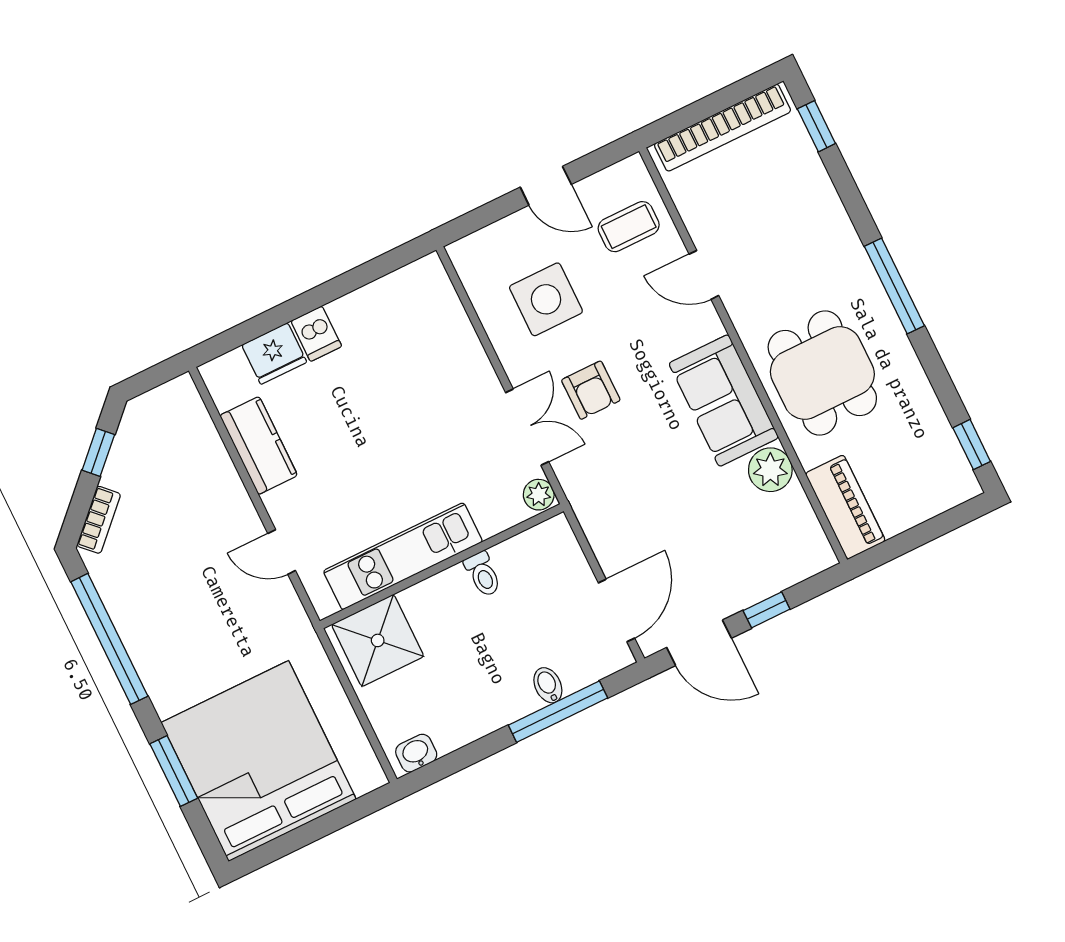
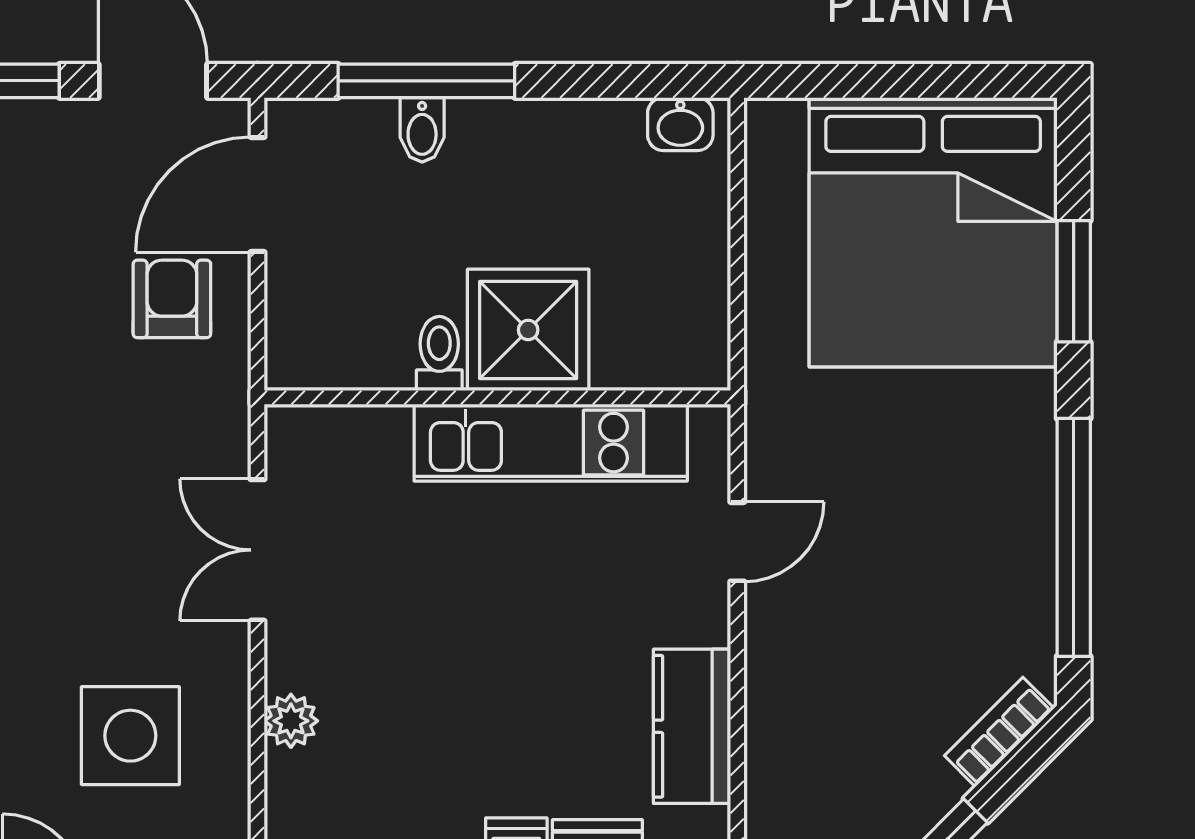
armchair: (591, 390) -> (172, 299), moved
plant: (539, 495) -> (291, 721), moved
door: (282, 552) -> (737, 542), hinge flipped
shower: (378, 640) -> (528, 330), moved

